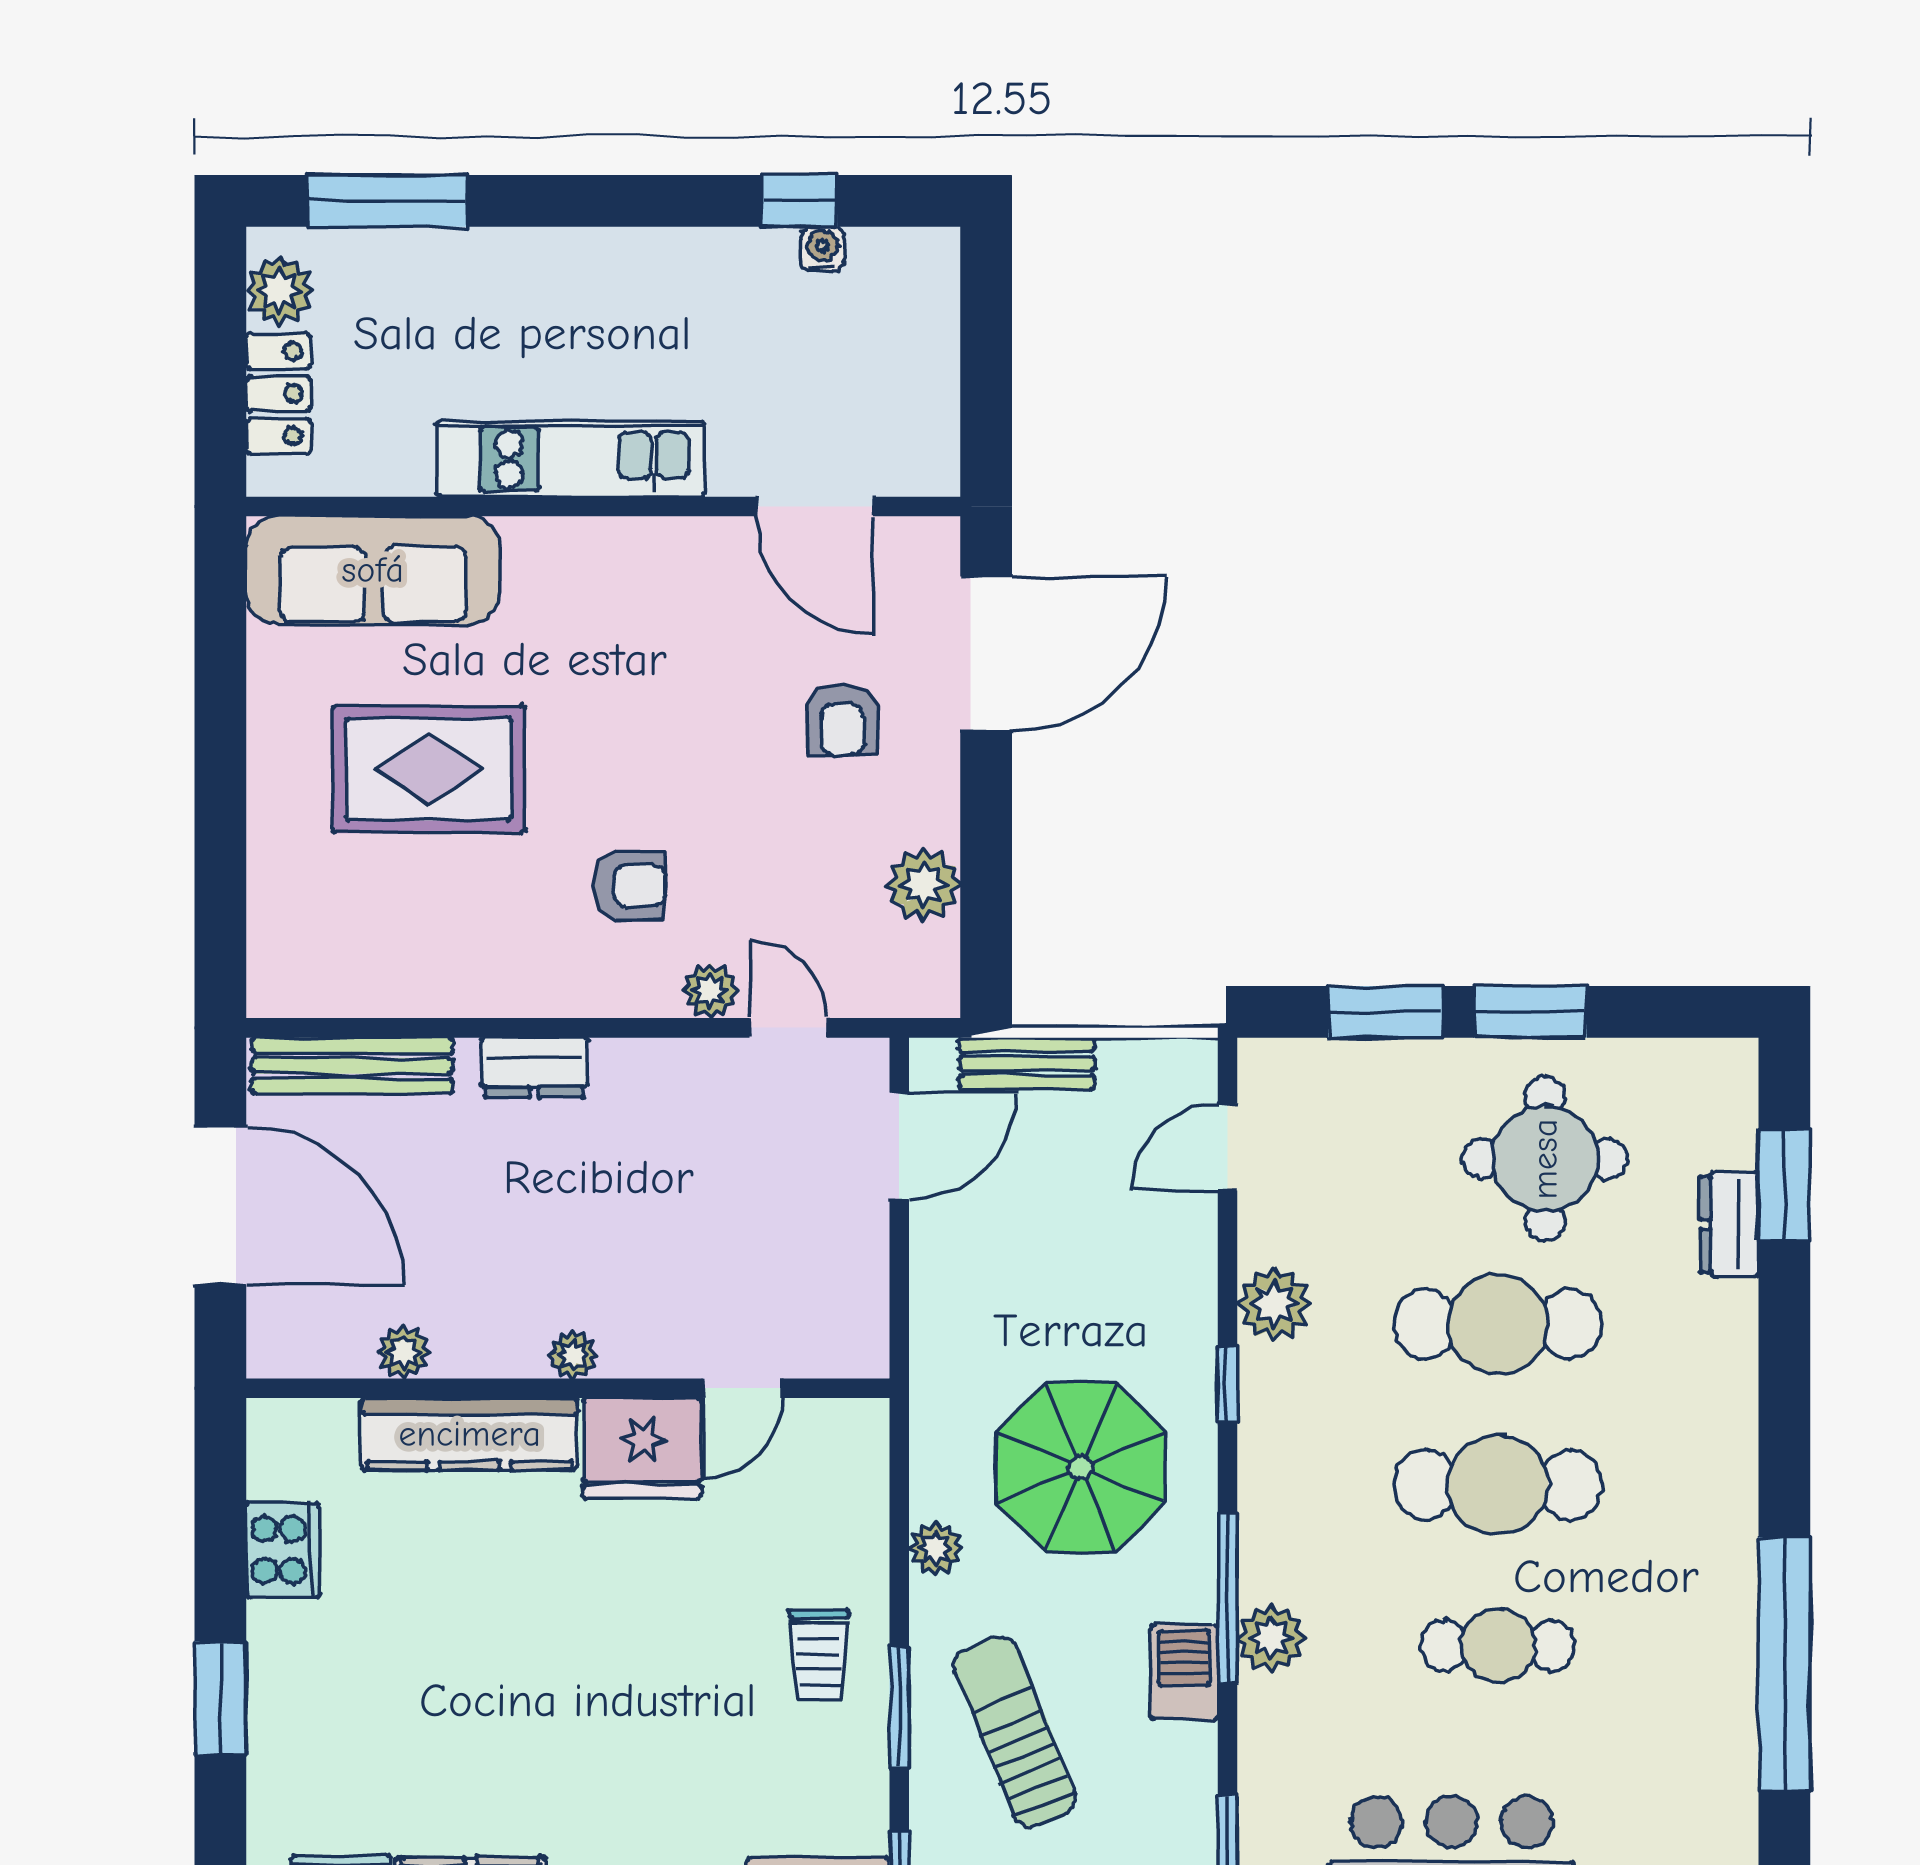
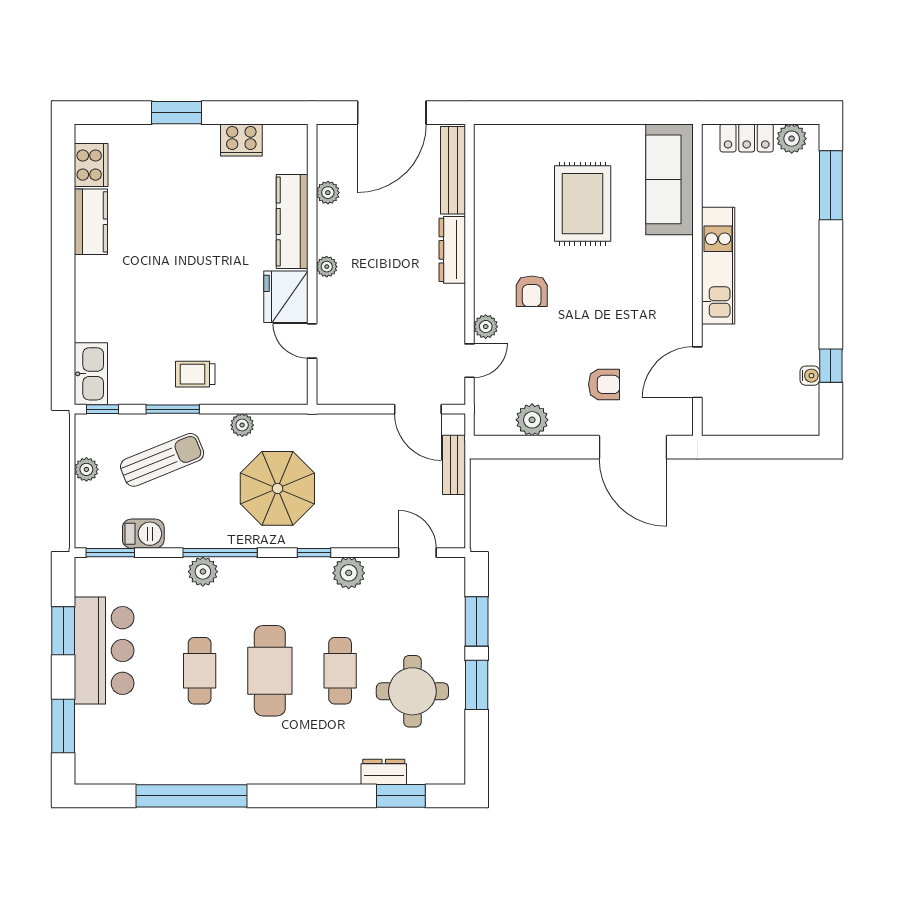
armchair: (843, 720) -> (604, 384), turned 180
dresser: (535, 1068) -> (452, 250), width x1.44
cafe table: (1498, 1324) -> (340, 671), width x0.73, depth x0.74
barbecue: (1184, 1672) -> (143, 534), moved

